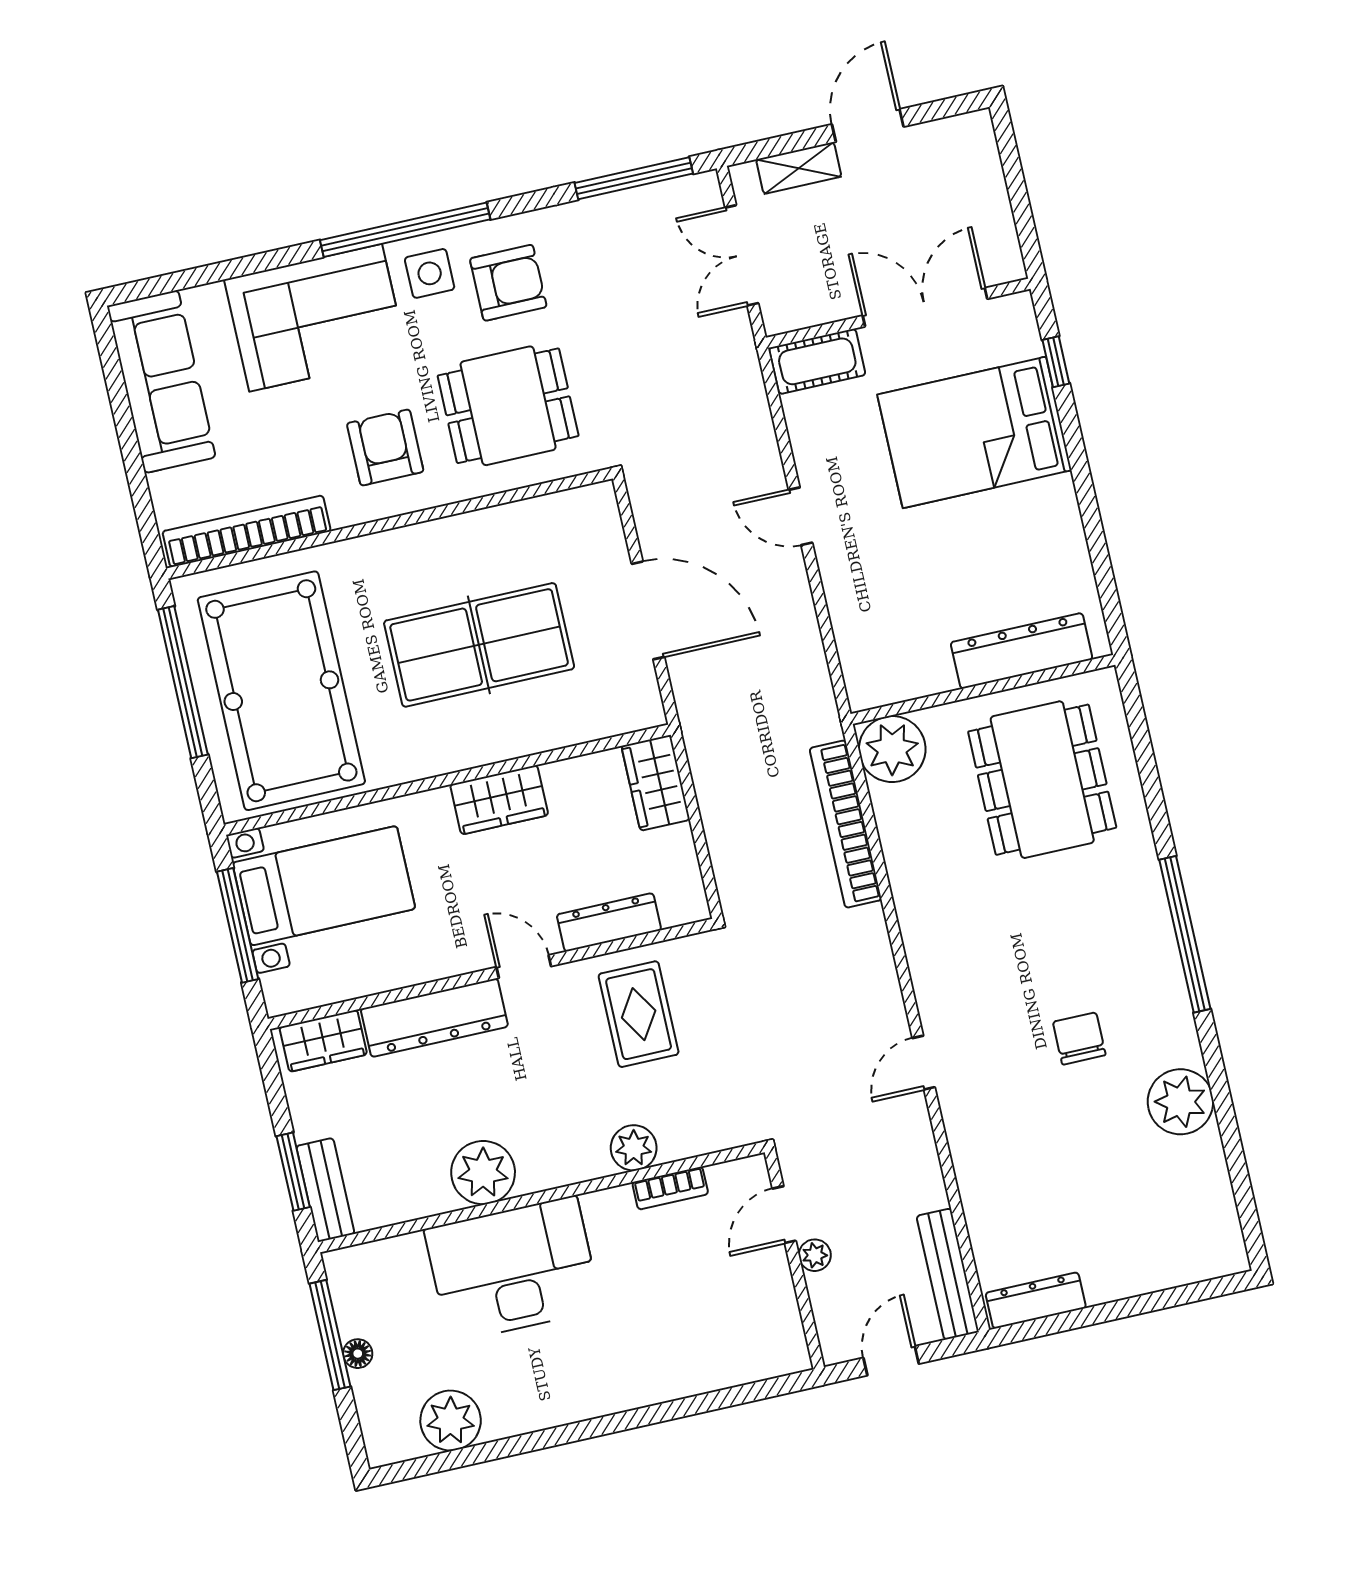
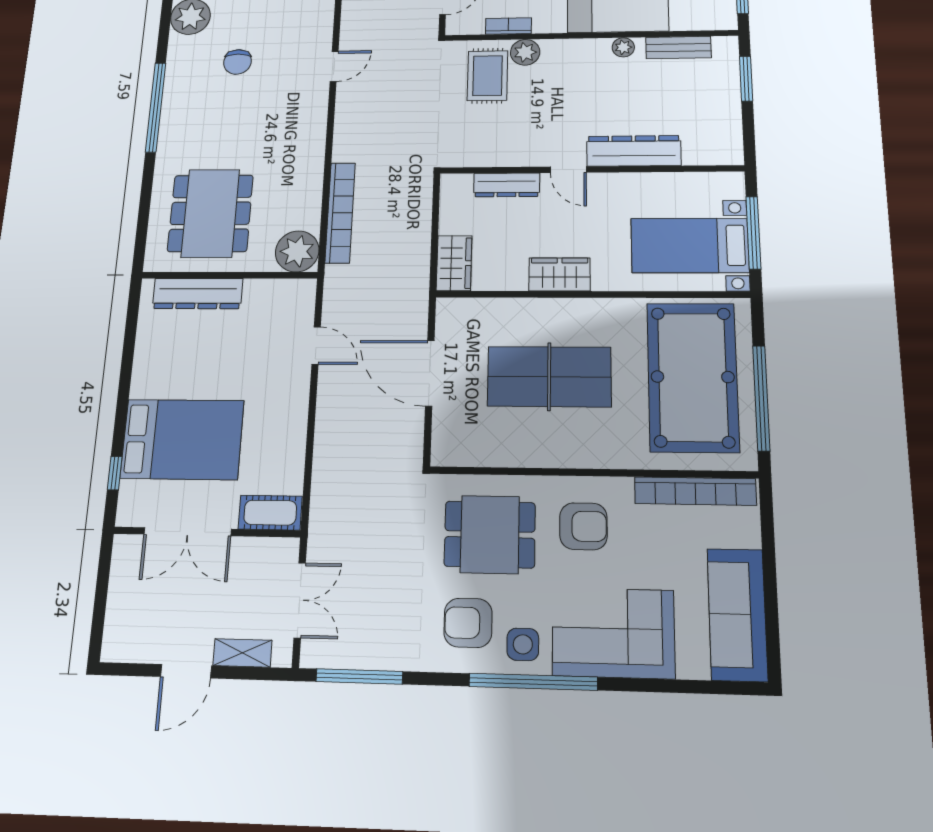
armchair: (385, 447) -> (583, 526), turned -90
door: (801, 516) -> (316, 346), moved
rug: (639, 1014) -> (488, 76), moved
wardrobe: (323, 1041) -> (710, 151), removed
plant: (483, 1173) -> (623, 47), width x0.53, depth x0.53
bench: (325, 1190) -> (678, 48), moved, turned 90

